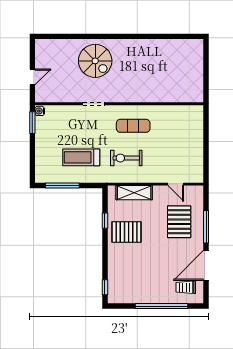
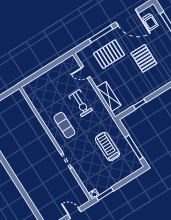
spiral stairs: (95, 61) -> (37, 178), removed
treadmill: (81, 157) -> (107, 147), turned 180
exercise bike: (126, 158) -> (81, 103), moved
door: (176, 184) -> (85, 72), swing flipped
pallet: (127, 232) -> (144, 58), moved

